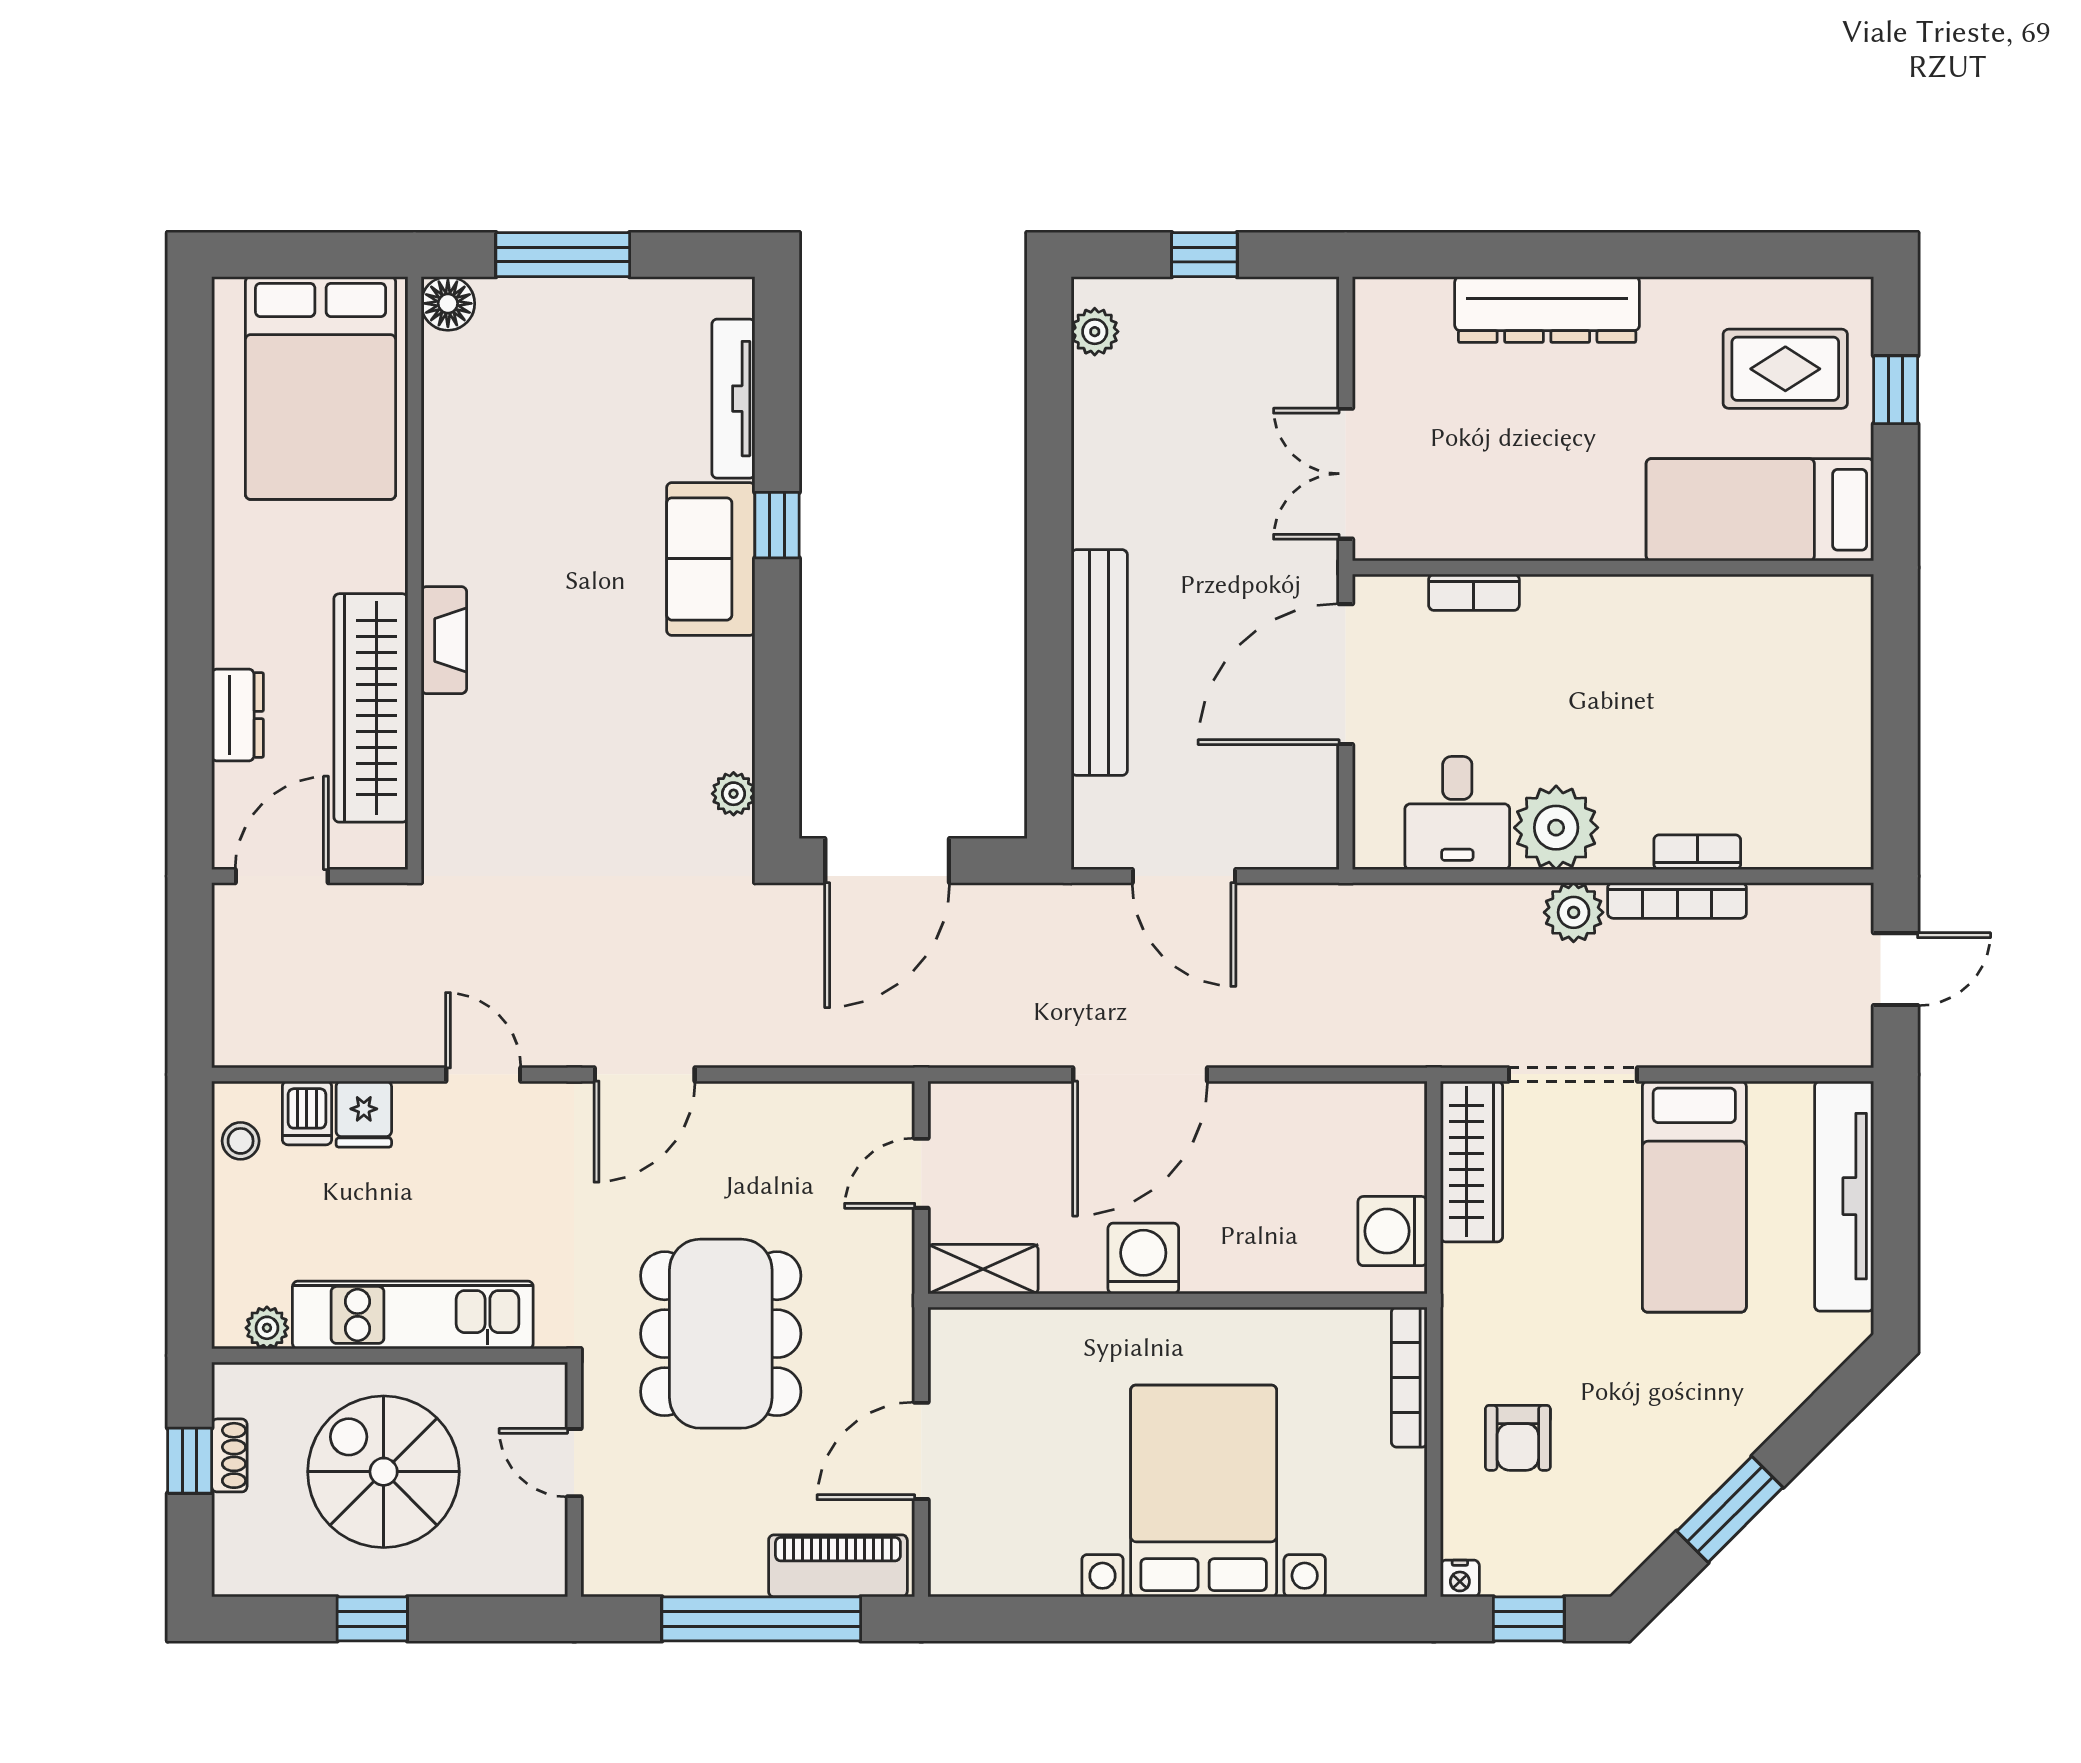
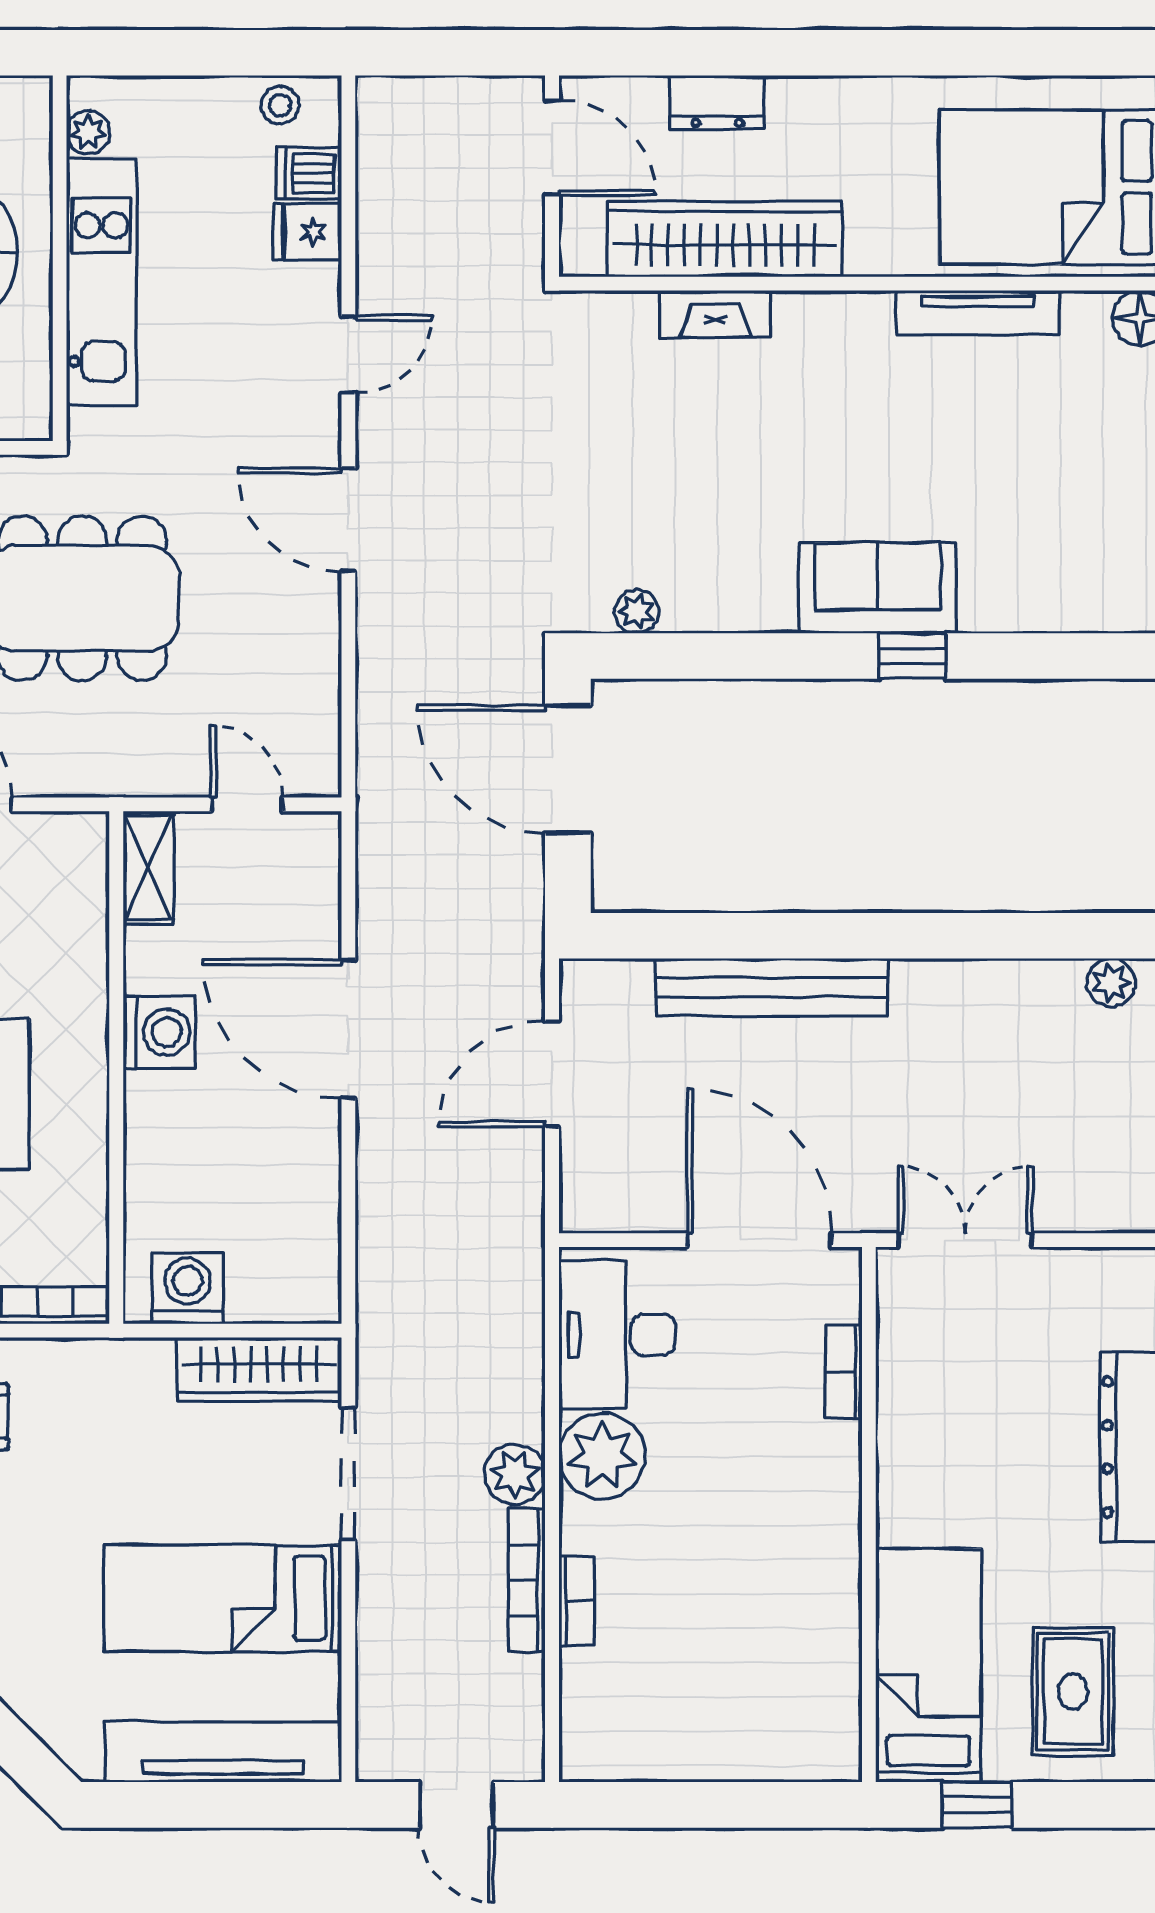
window: (1896, 390) -> (977, 1805), moved
tv unit: (733, 399) -> (978, 313), moved, turned 180
fireplace: (444, 640) -> (715, 314), moved
desk: (1457, 813) -> (617, 1335), width x1.37

